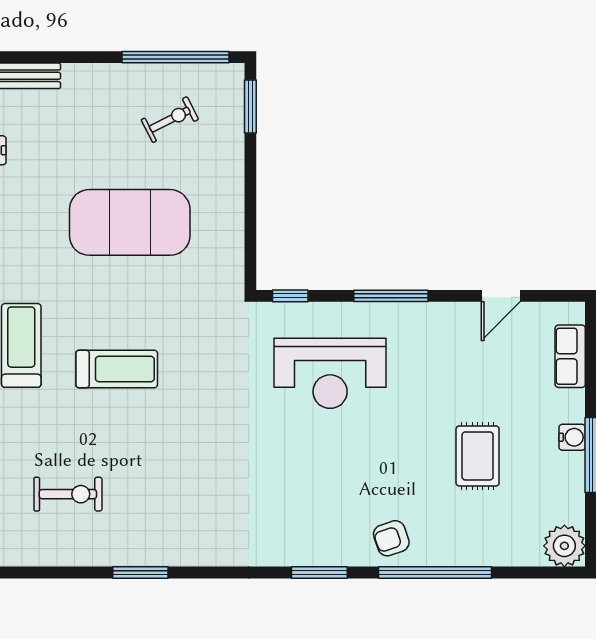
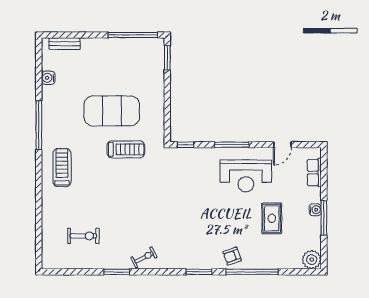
exercise bike: (170, 120) -> (144, 257), moved
treadmill: (117, 369) -> (126, 149), moved
reception desk: (330, 373) -> (246, 176), moved

